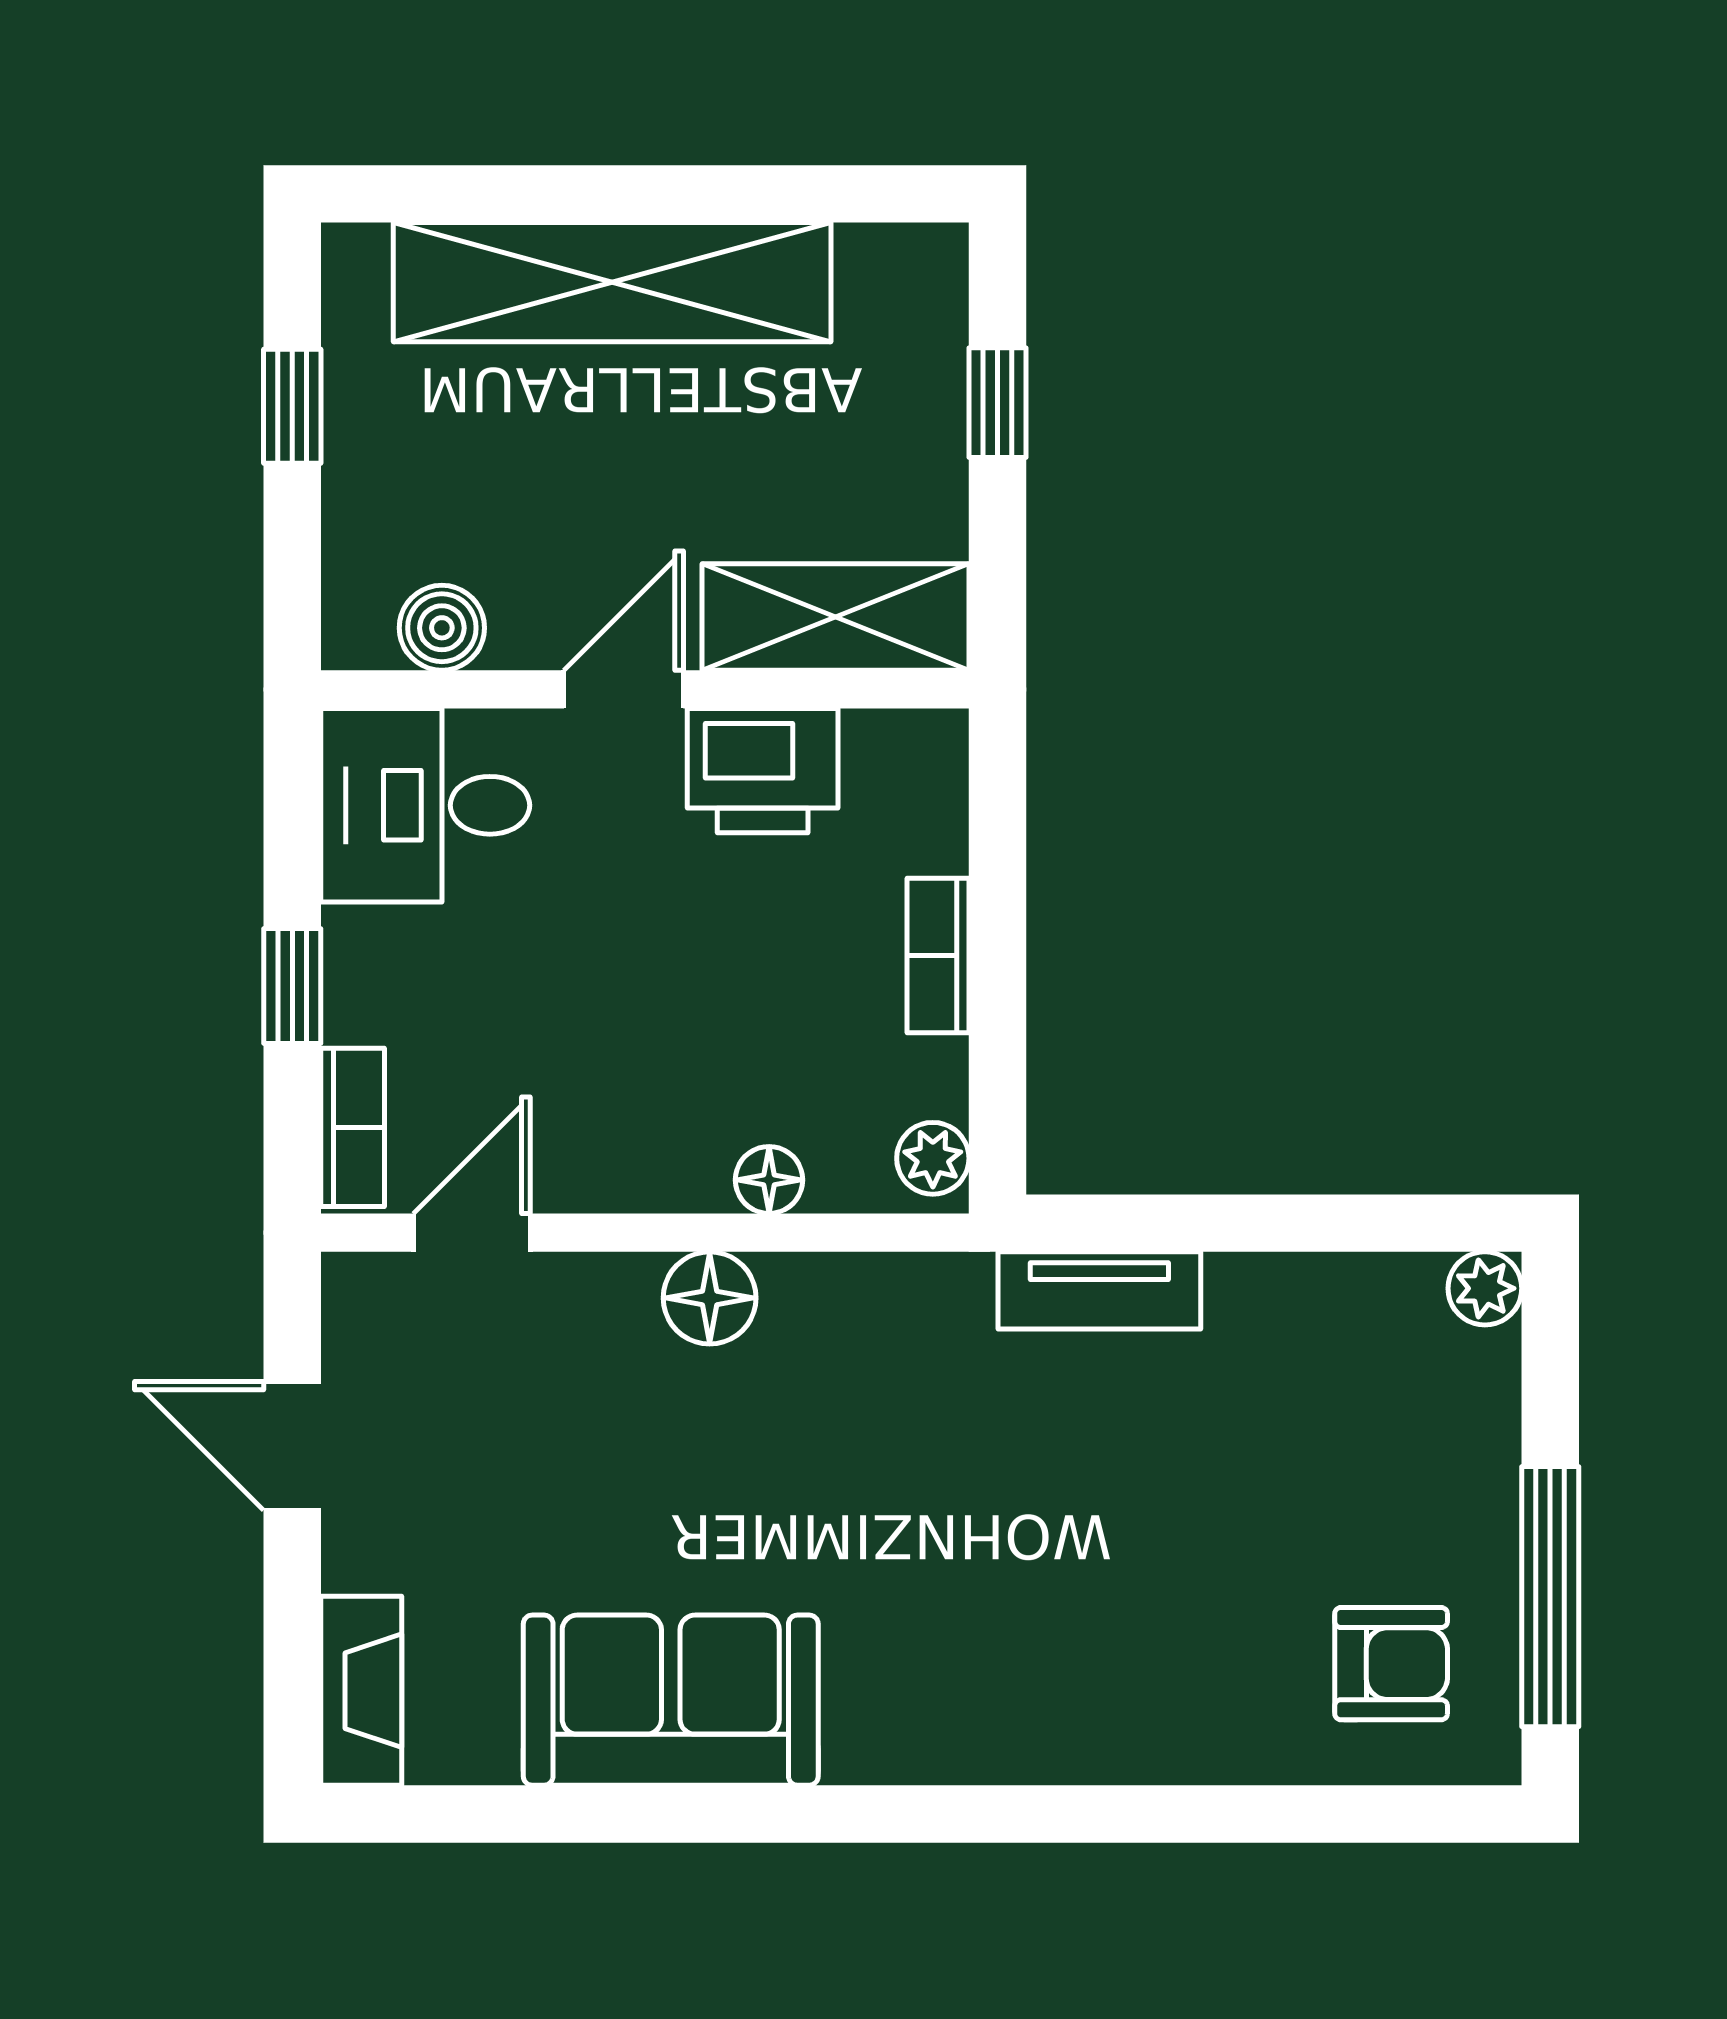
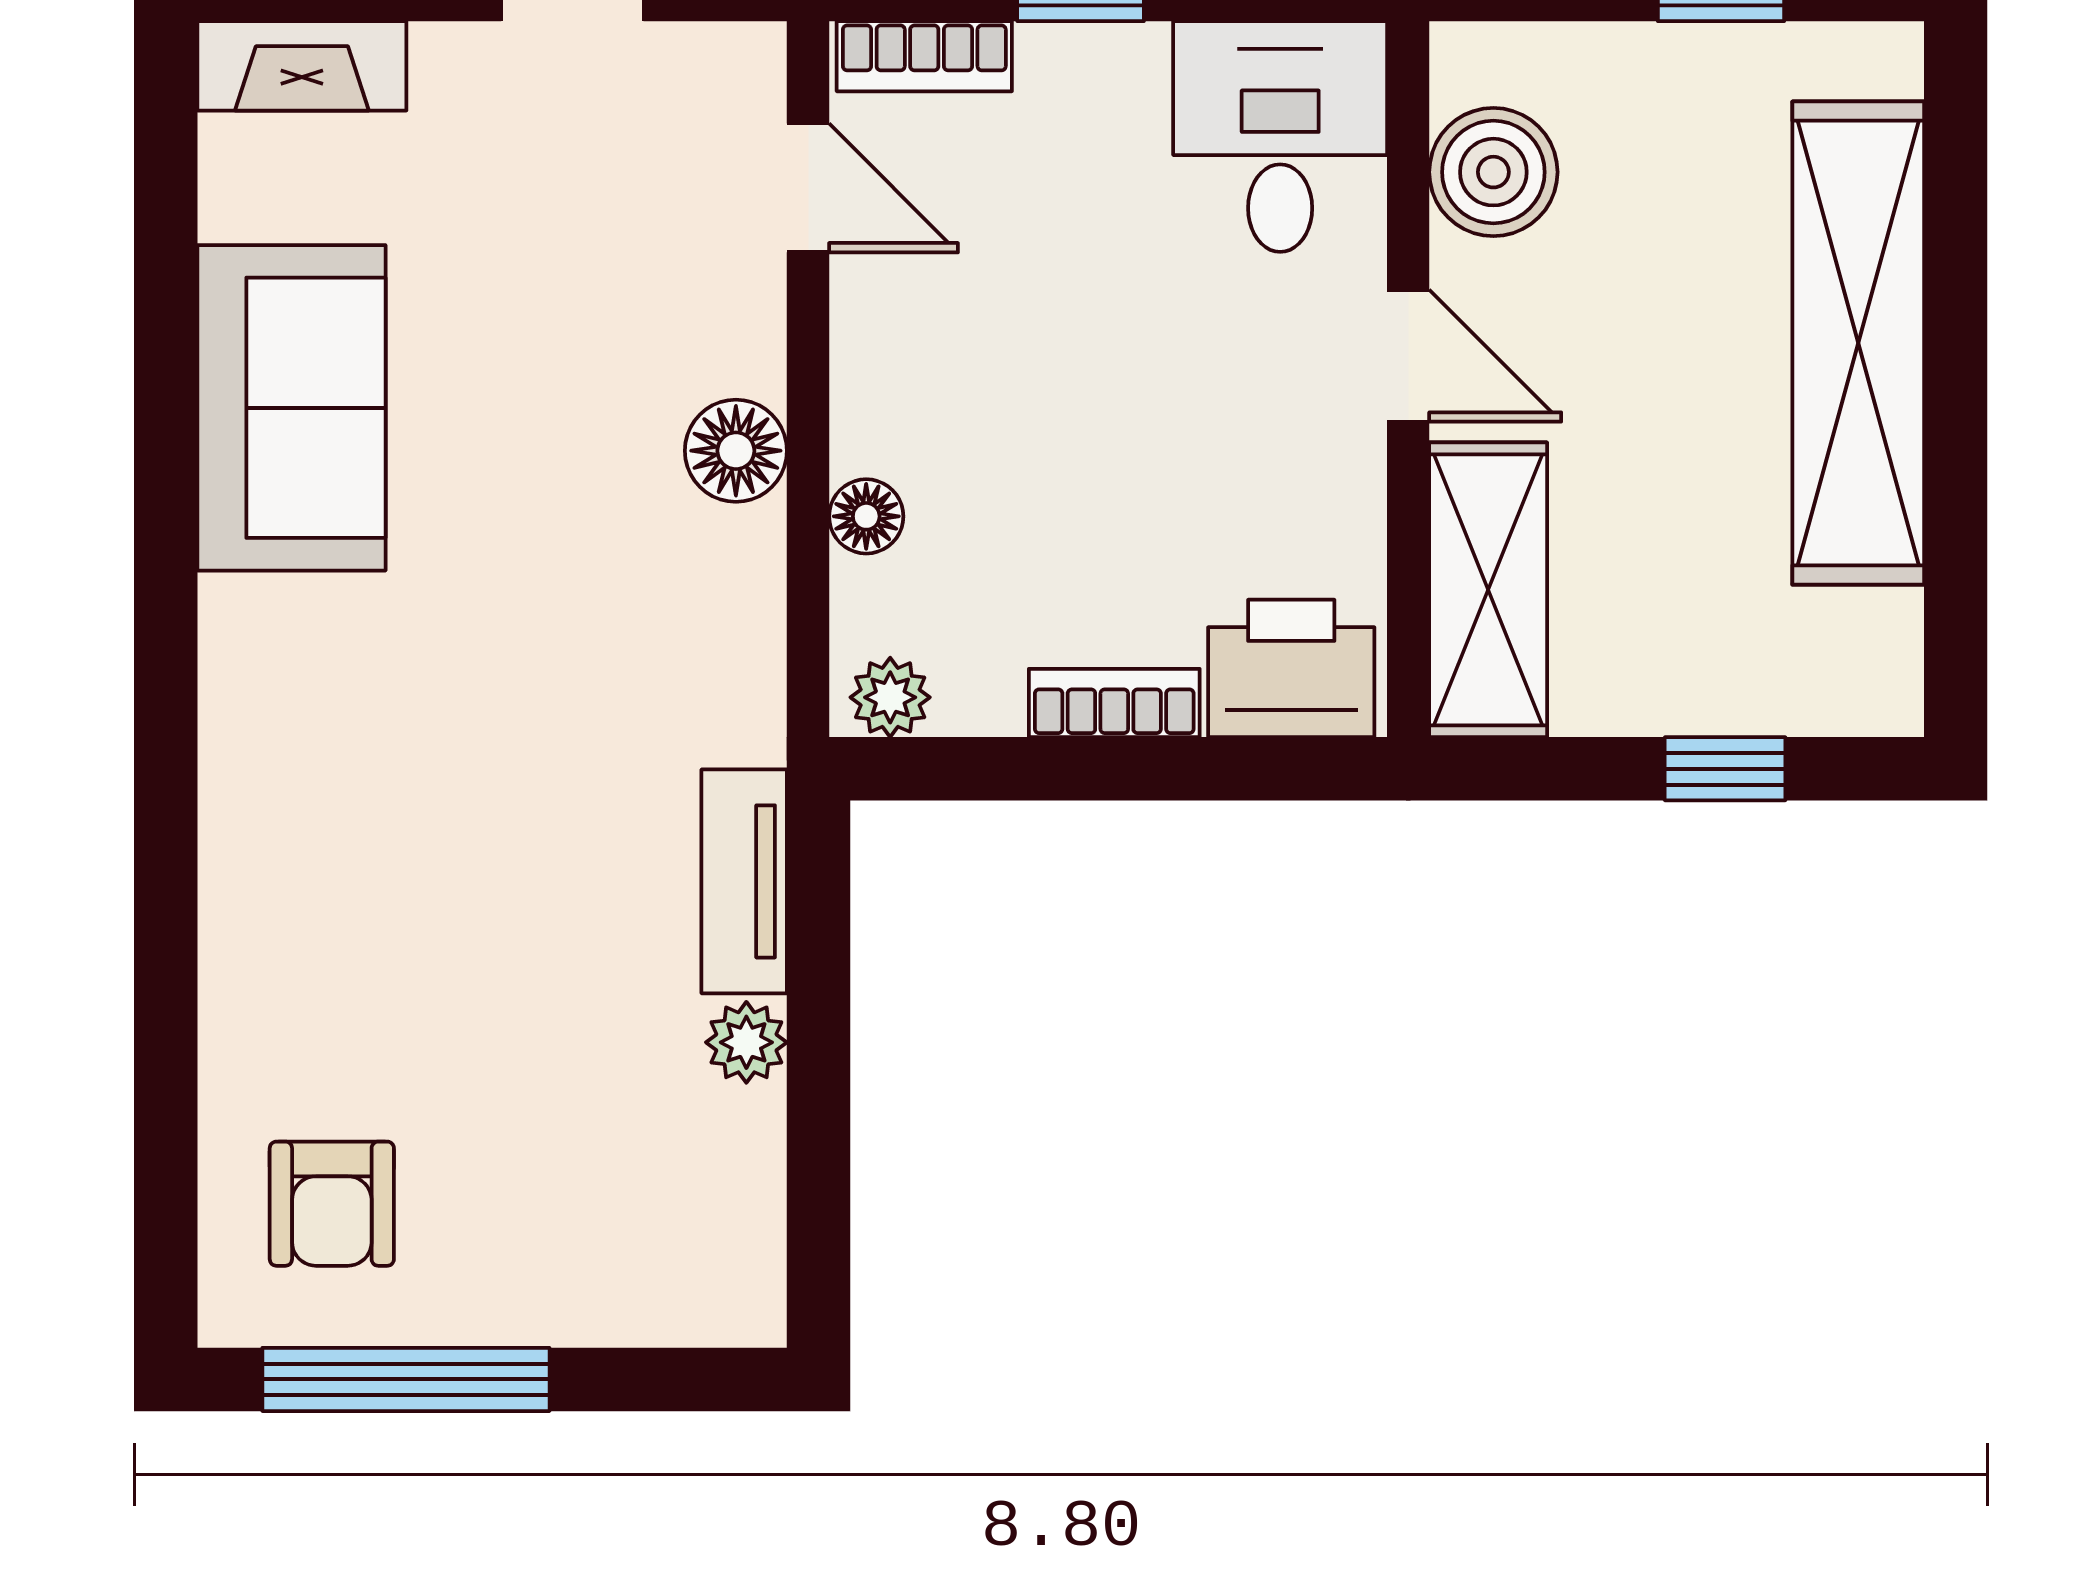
boiler: (442, 628) -> (1493, 172), width x1.36, depth x1.36
printer: (763, 771) -> (1291, 668), moved, turned 90
plant: (1485, 1288) -> (746, 1042), moved

